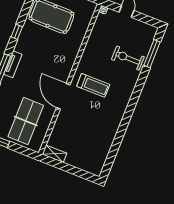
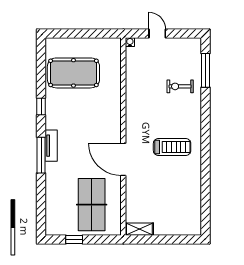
exercise bike: (128, 58) -> (180, 86), width x0.73, depth x0.72
treadmill: (93, 85) -> (172, 147), moved

